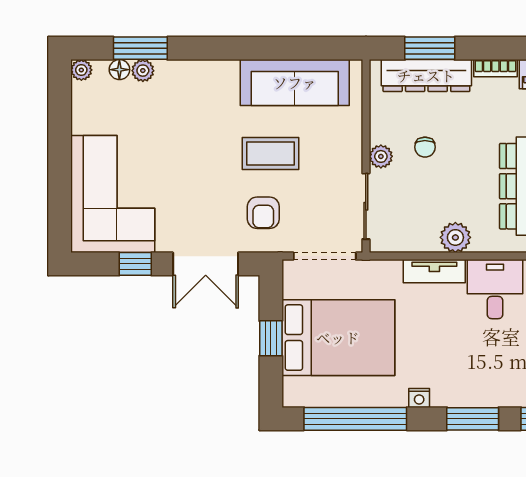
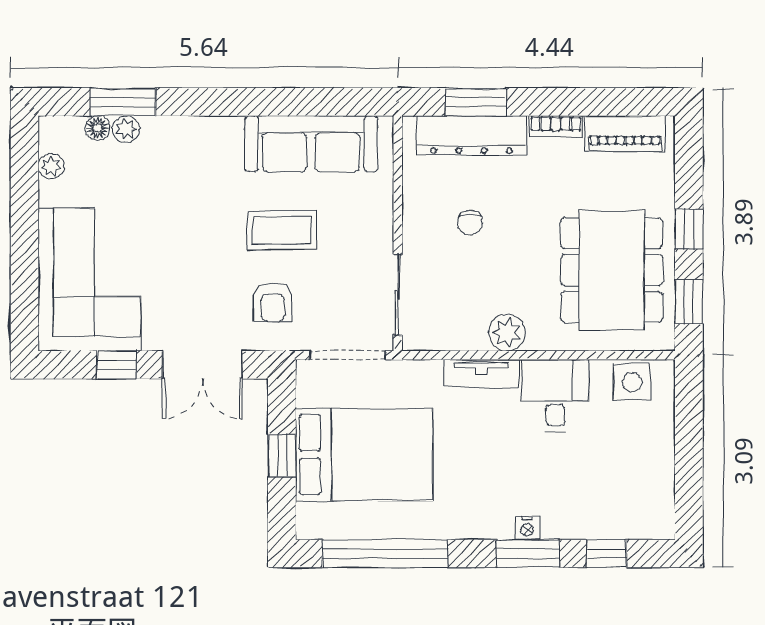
plant: (81, 70) -> (51, 166), moved
plant: (381, 156) -> (416, 234), removed
nightstand: (419, 398) -> (527, 528), moved

